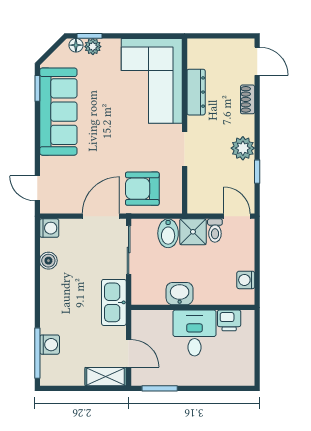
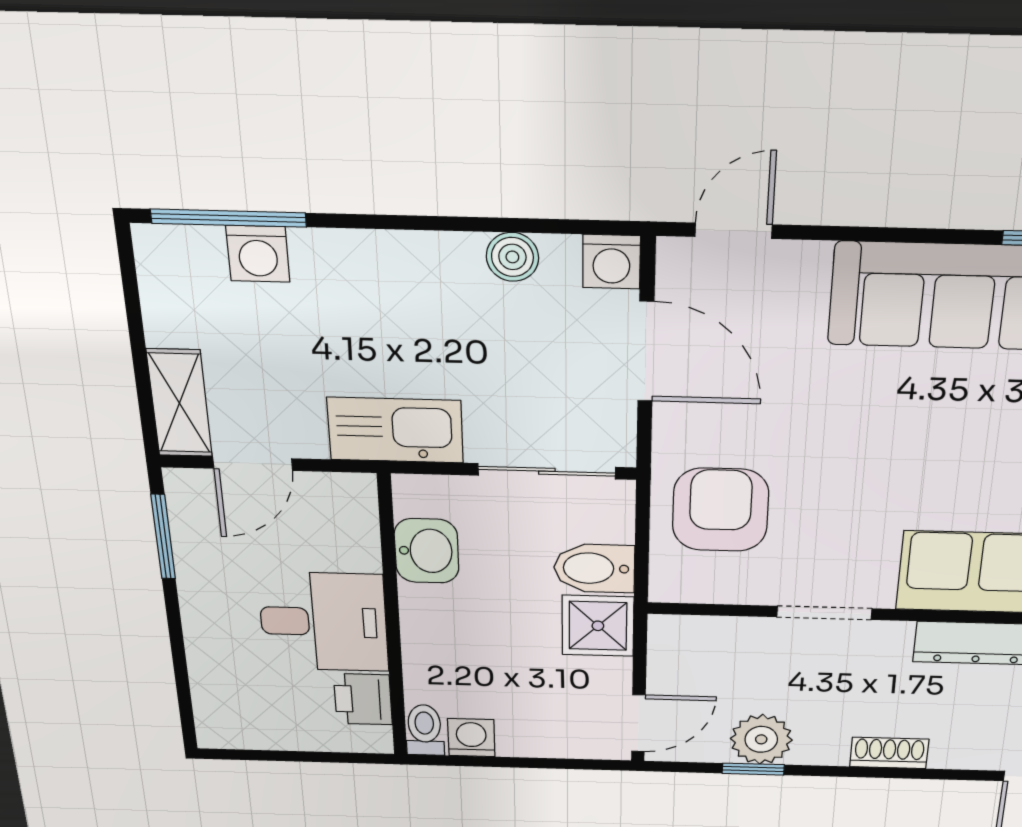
shoe rack: (248, 99) -> (889, 753), moved
plant: (243, 148) -> (761, 739), moved
door: (101, 216) -> (646, 352), moved
toilet: (215, 230) -> (425, 730), moved, turned 90
washbasin: (180, 294) -> (427, 551), moved

